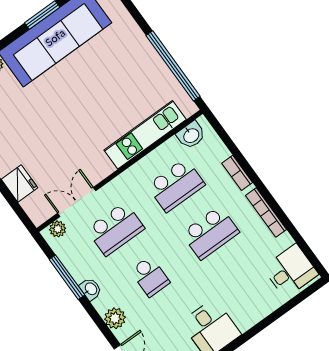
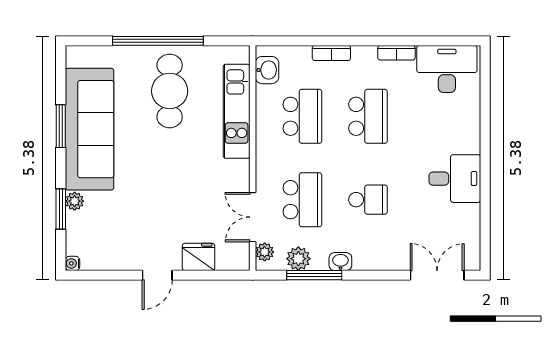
window: (173, 66) -> (158, 41), moved
cafe table: (125, 76) -> (170, 91), added
bookcase: (266, 212) -> (396, 53), width x0.64
desk: (290, 271) -> (447, 69), width x1.37
plant: (115, 318) -> (298, 259), moved

